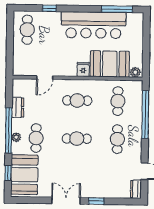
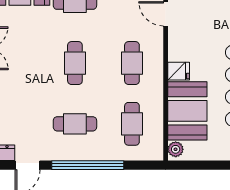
cafe table: (118, 101) -> (132, 124), turned 90
window: (145, 114) -> (88, 165), moved

